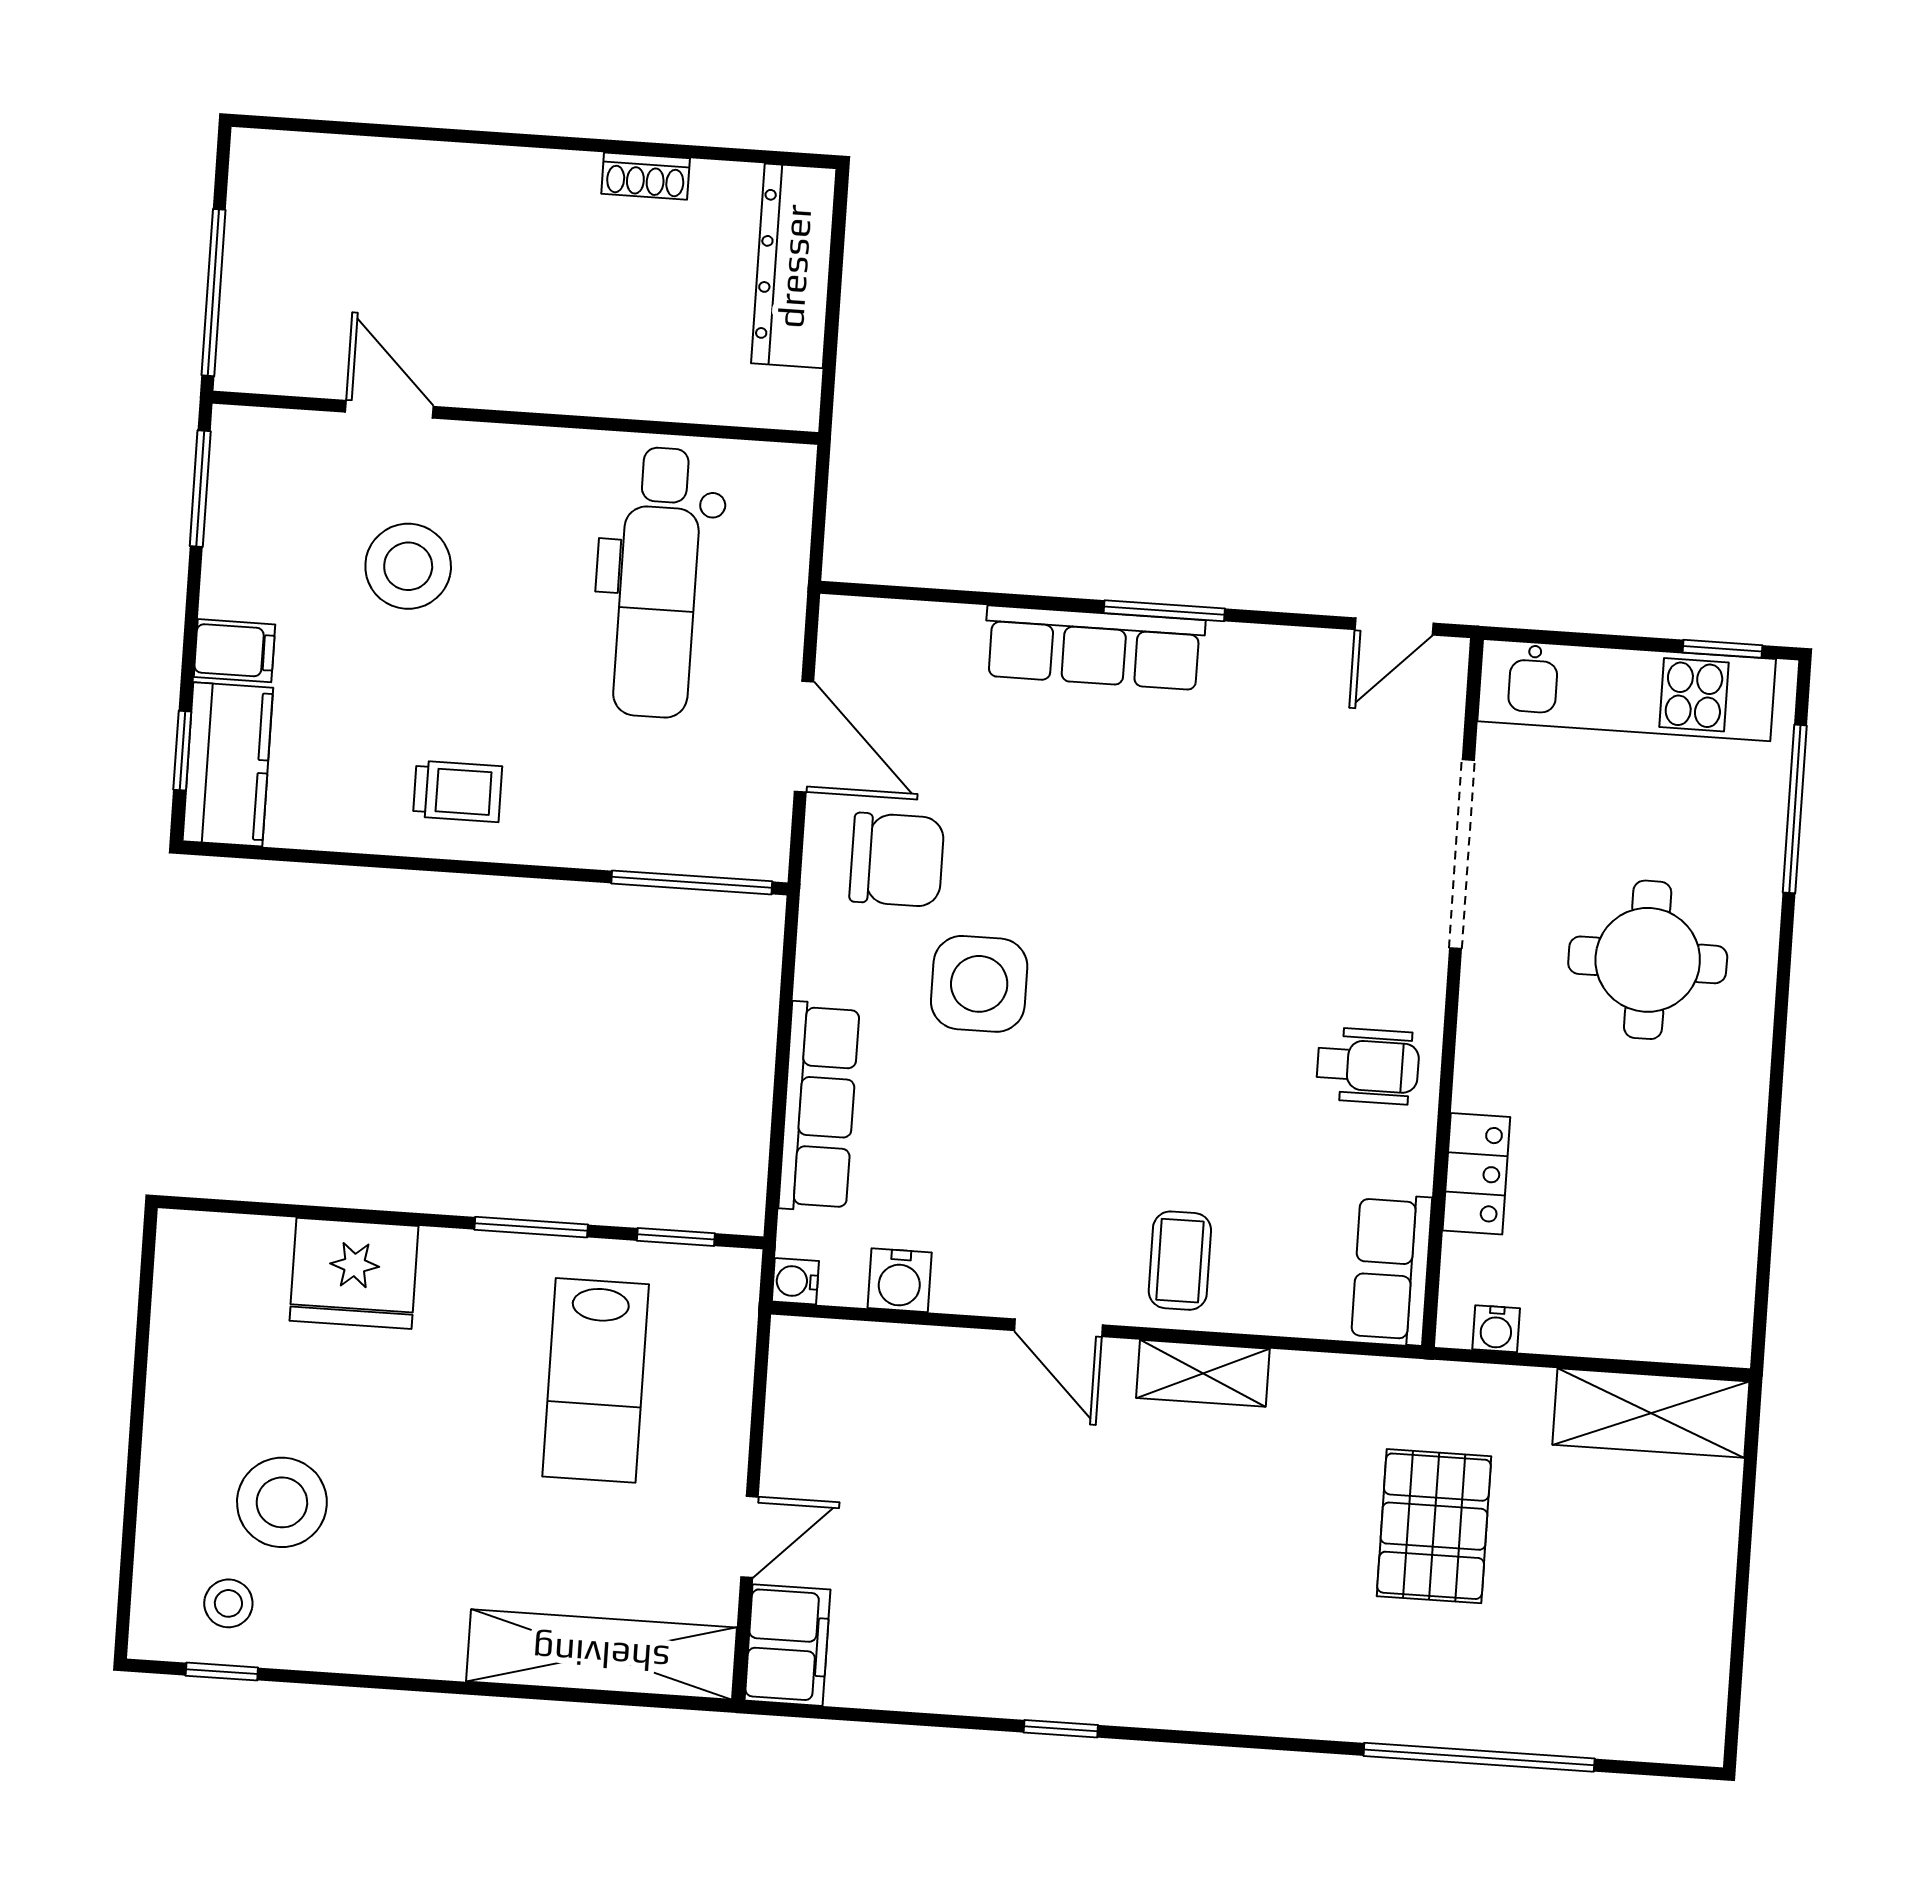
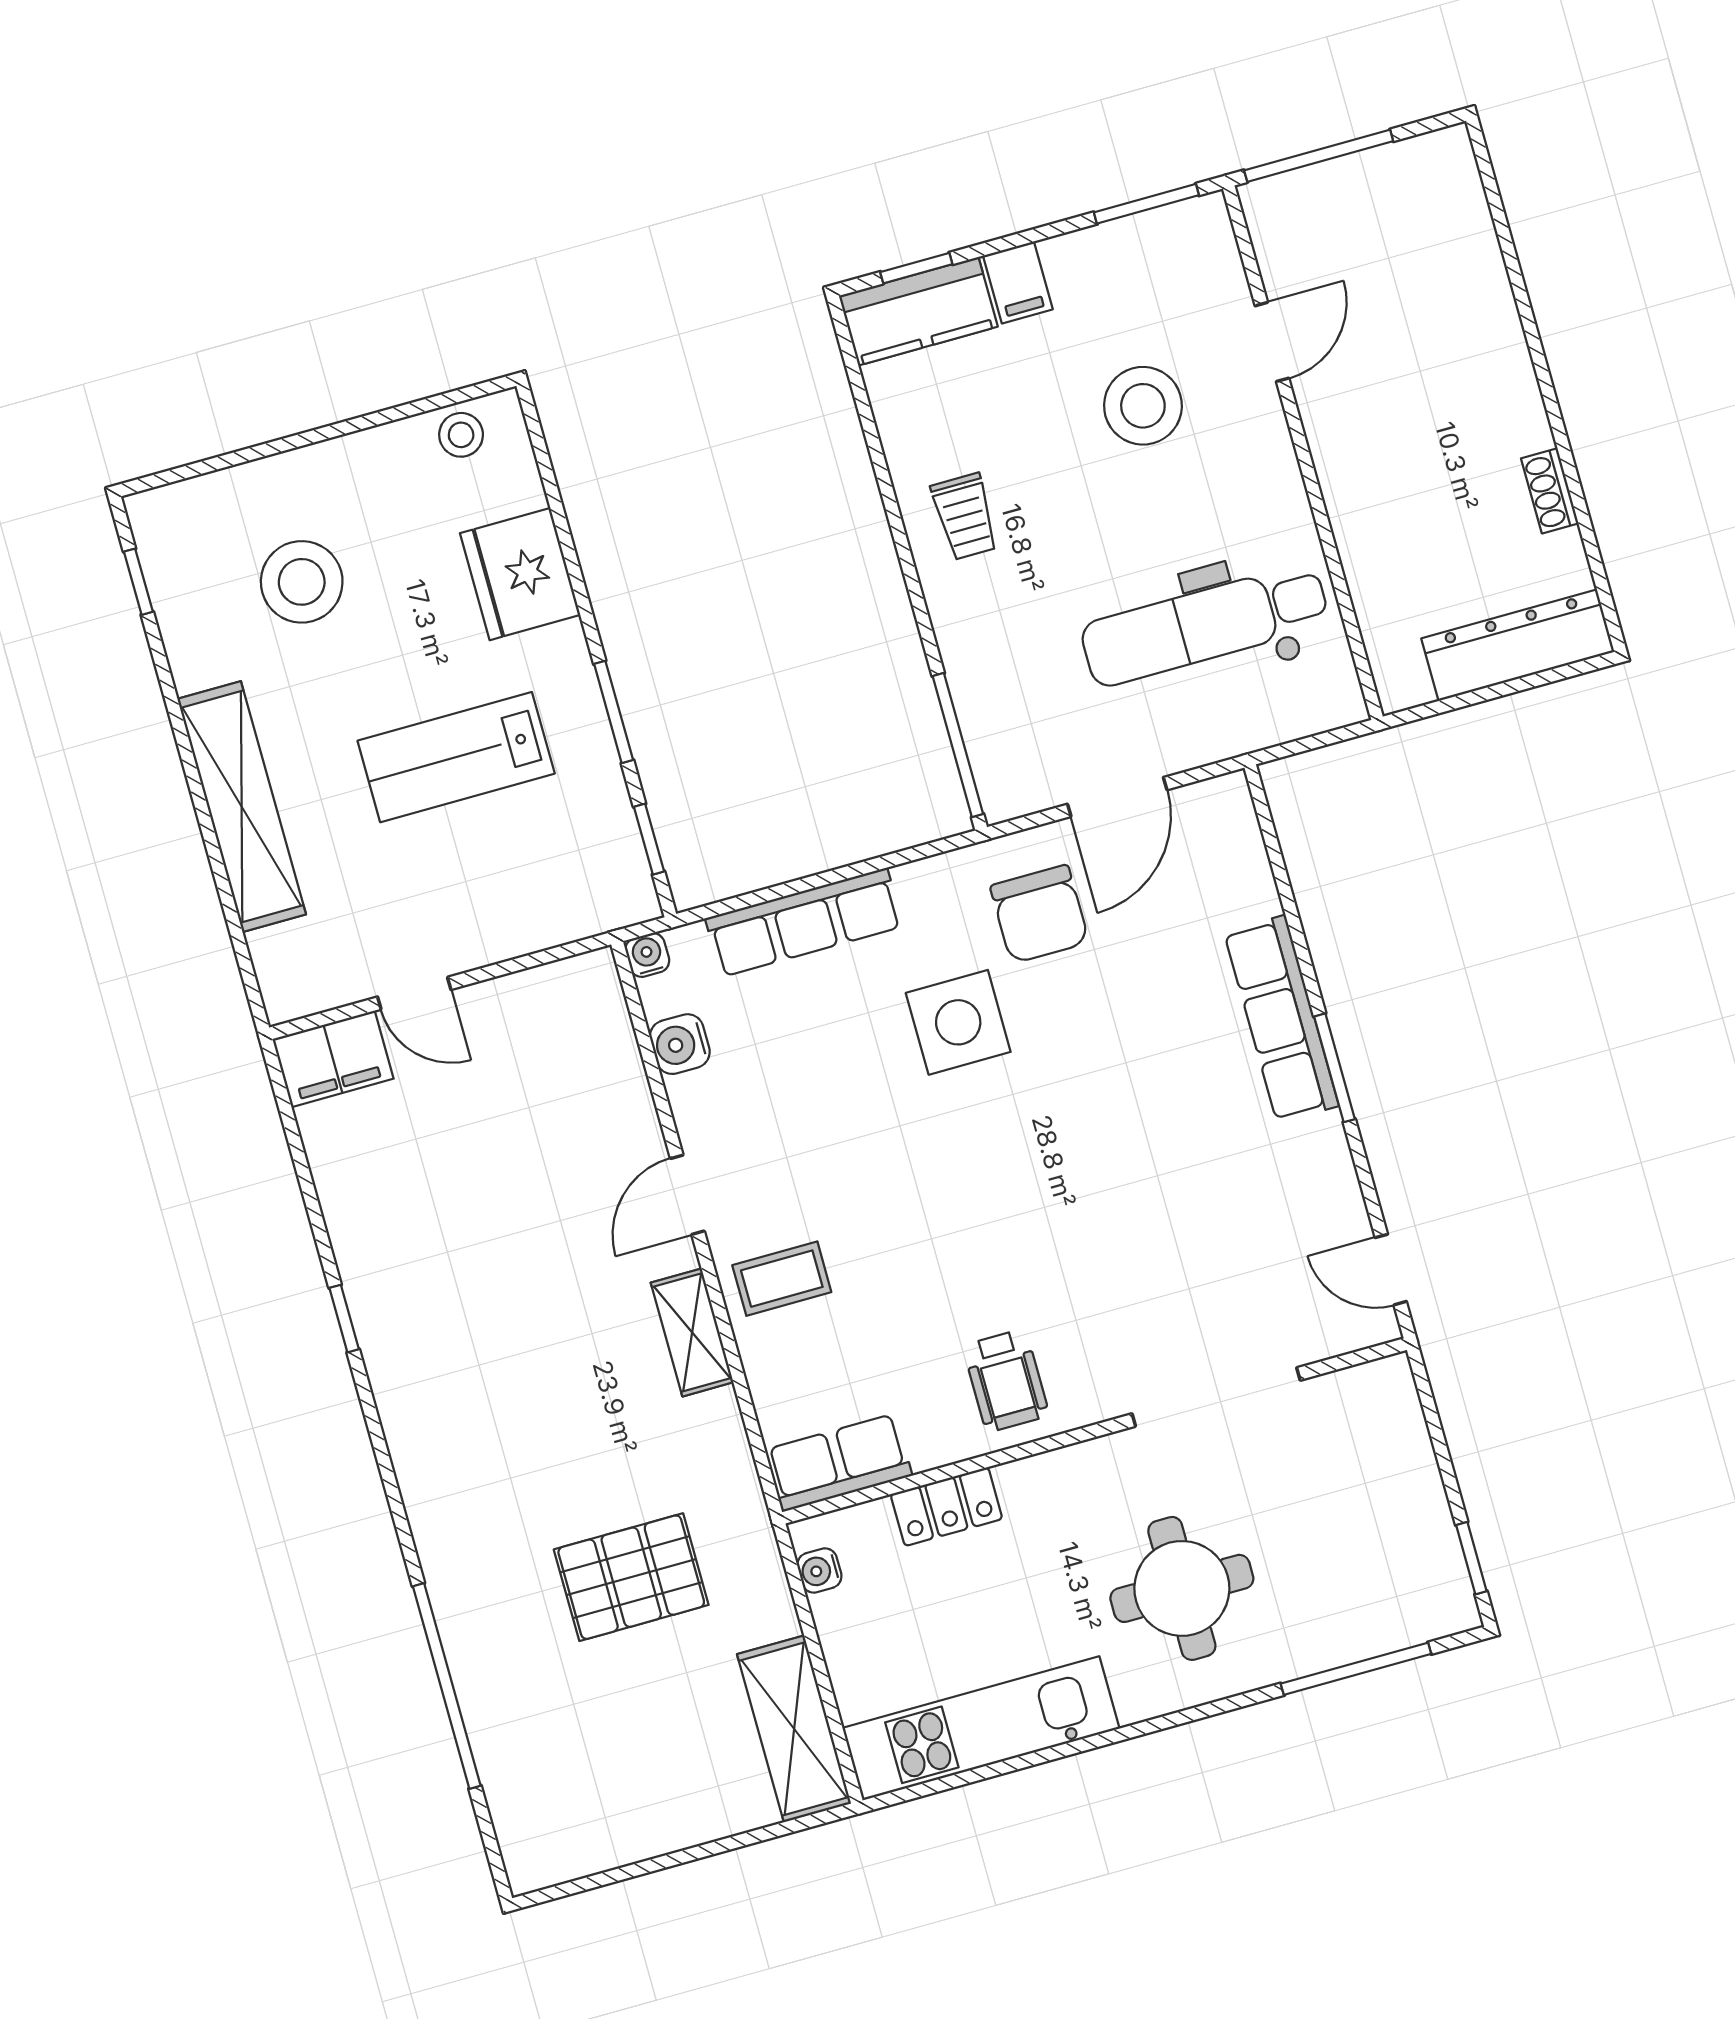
kitchen unit: (1627, 690) -> (981, 1728), moved, turned 90
lab bench: (596, 1380) -> (456, 757), moved
stool: (228, 1603) -> (461, 435), moved
shelving: (601, 1655) -> (242, 807), moved

